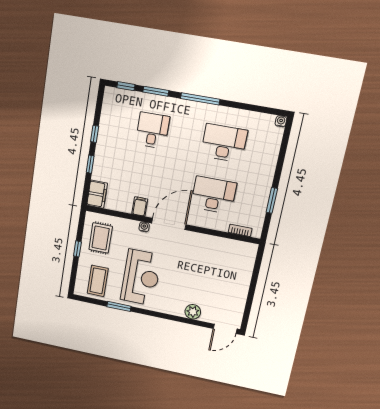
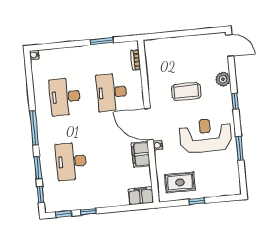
desk: (152, 130) -> (71, 161), width x1.37
window: (90, 164) -> (63, 214), moved
filing cabinet: (140, 206) -> (141, 154), width x2.00
coffee table: (98, 281) -> (186, 92), moved
window: (167, 317) -> (235, 101), added

